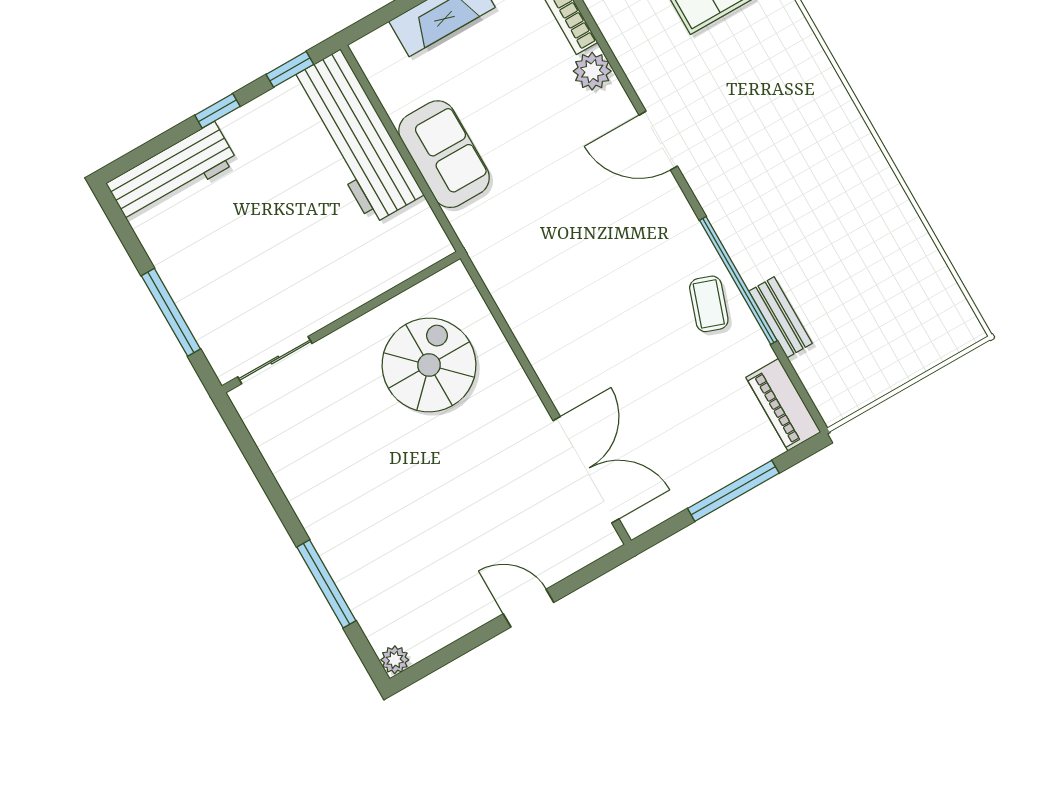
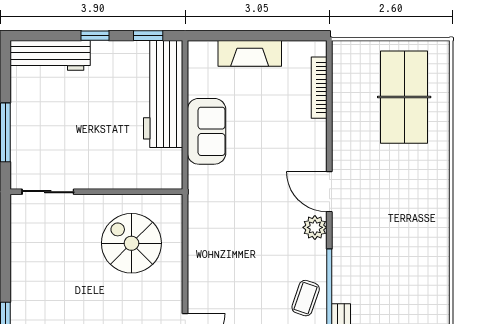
plant: (592, 71) -> (315, 227), moved
spiral stairs: (429, 365) -> (131, 243), turned -90

